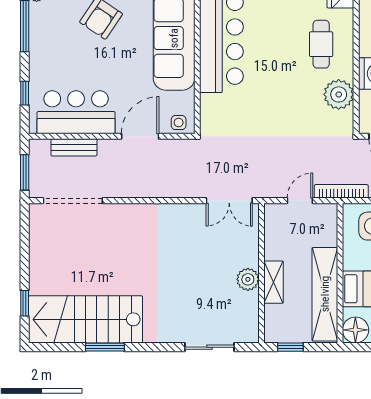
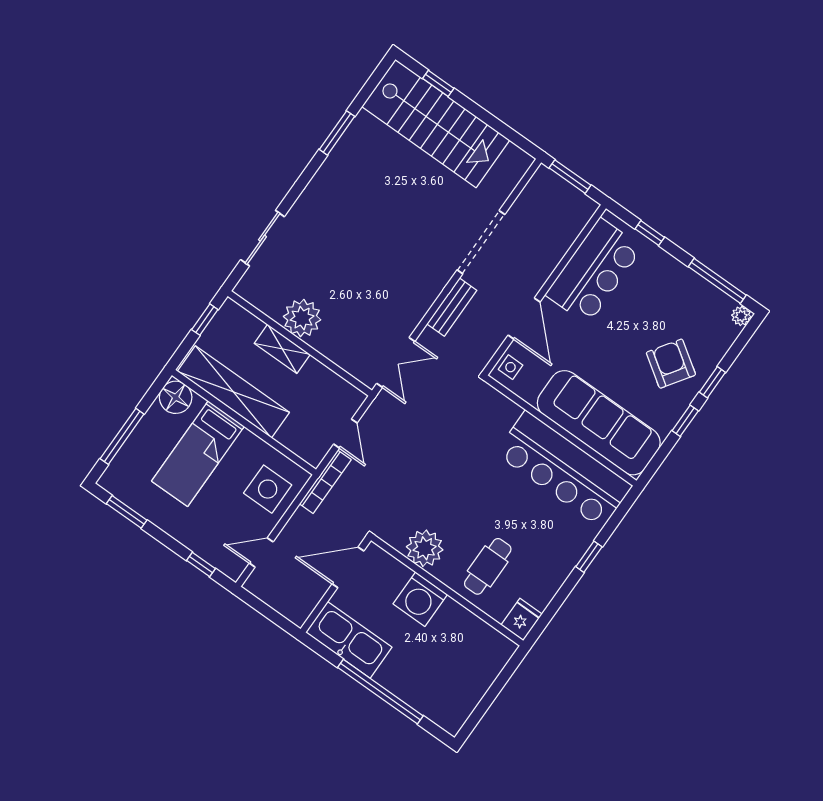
cafe table: (321, 44) -> (488, 566), turned 90
bench: (74, 147) -> (452, 307), moved
doorway: (73, 201) -> (481, 242), moved
double door: (229, 201) -> (396, 362), swing flipped
plant: (248, 279) -> (302, 318), width x1.36, depth x1.36
stairs: (86, 319) -> (436, 123), moved, turned 90

